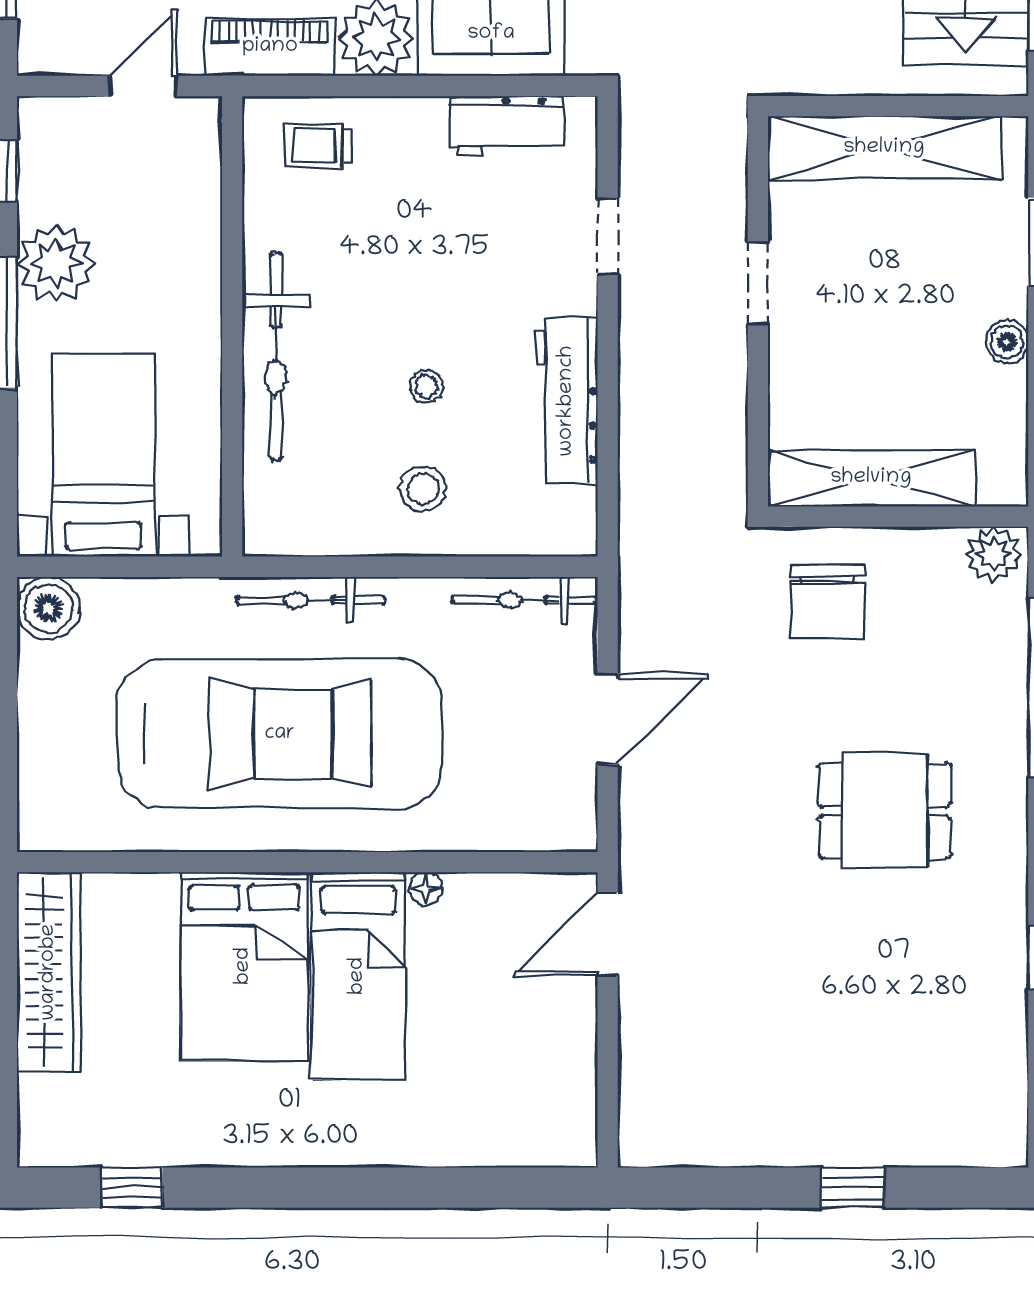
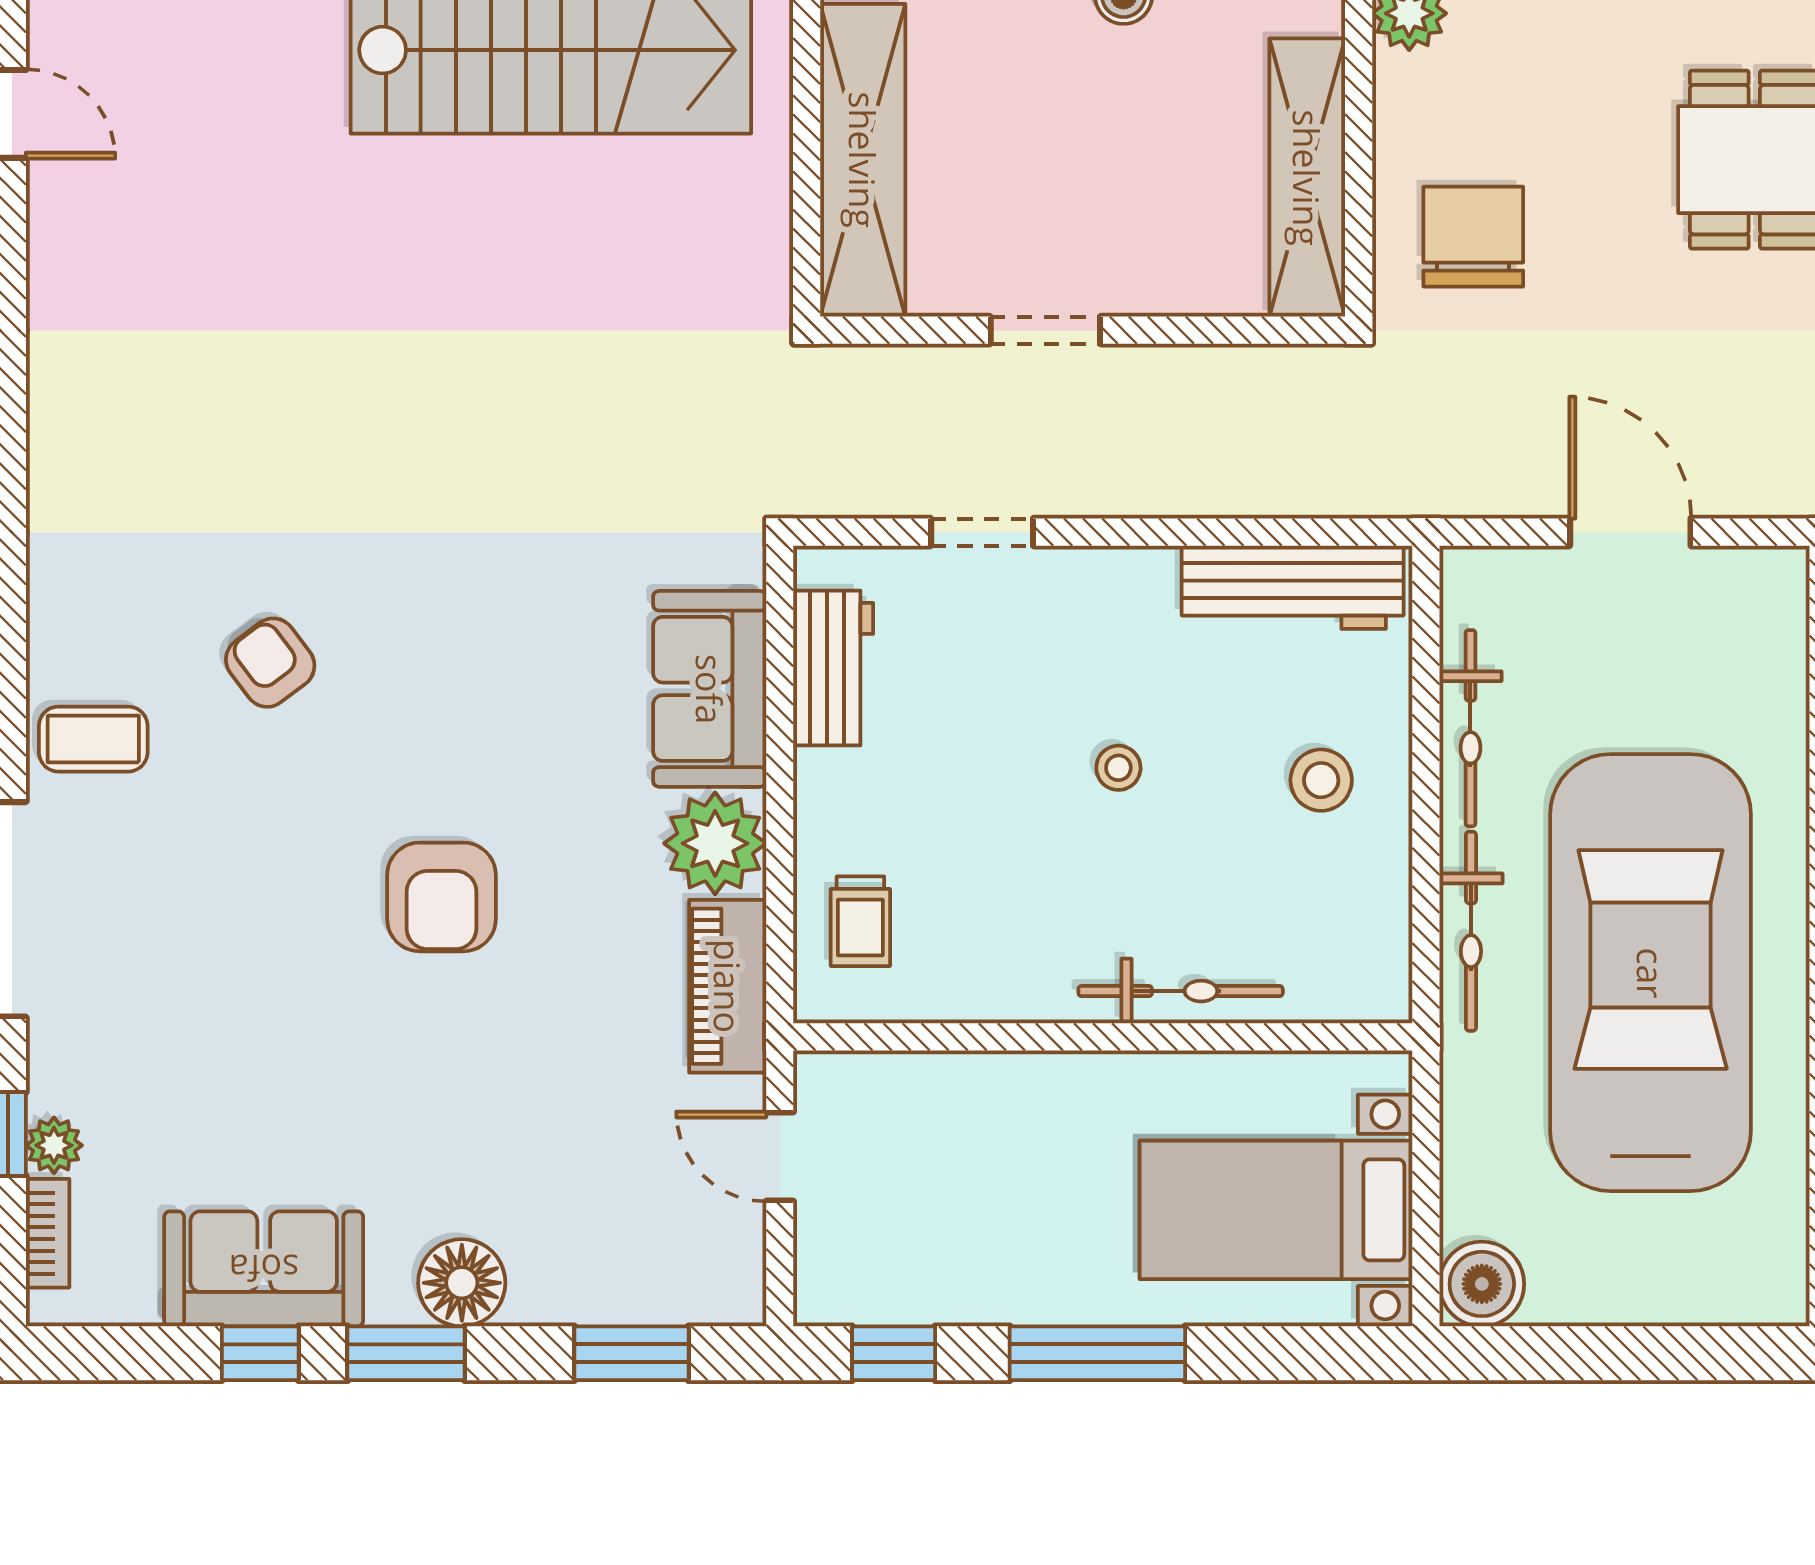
plant: (56, 263) -> (1018, 1274), removed
bicycle: (276, 356) -> (1181, 991), width x0.73, depth x0.71
stool: (426, 387) -> (1118, 768), moved
workbench: (567, 401) -> (1293, 587), moved
bicycle: (525, 600) -> (1470, 728), moved
chair: (827, 602) -> (1473, 237), turned -90

